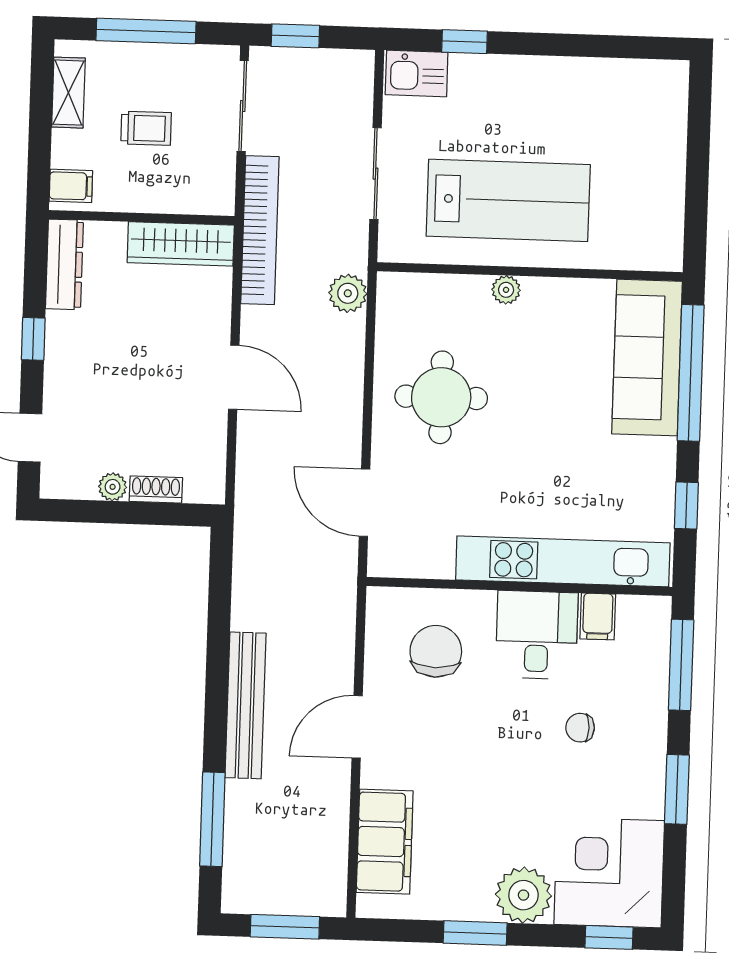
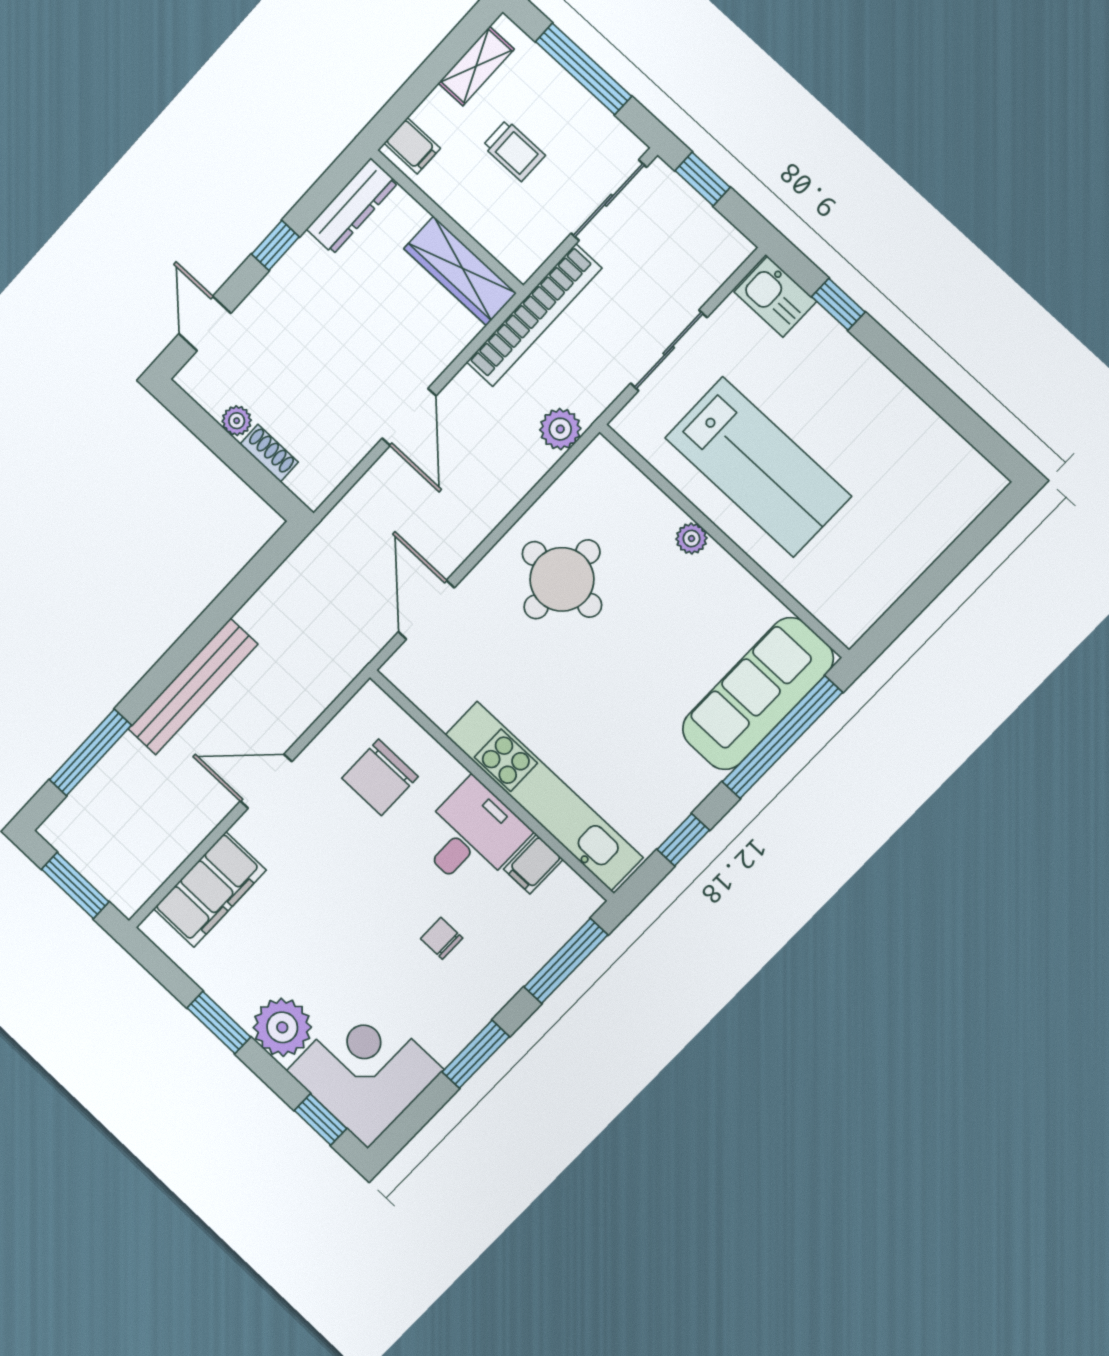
chair: (436, 651) -> (380, 777), turned 180

